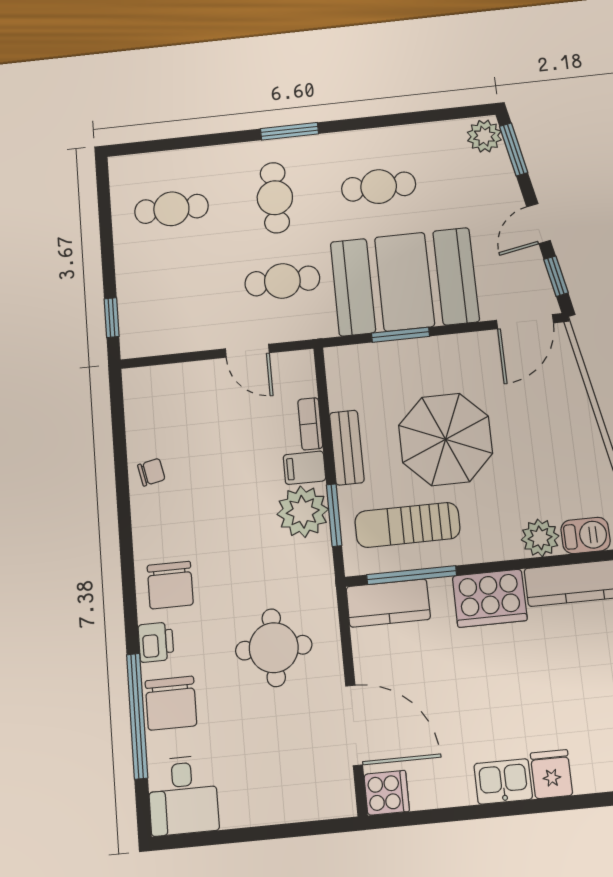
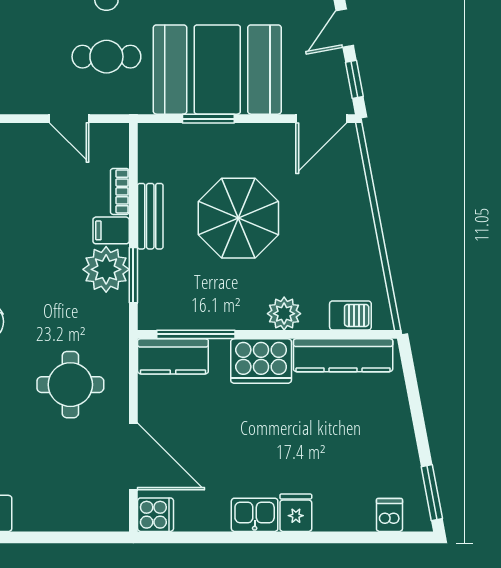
sun lounger: (407, 525) -> (197, 290), removed
plant: (540, 538) -> (284, 314), moved

